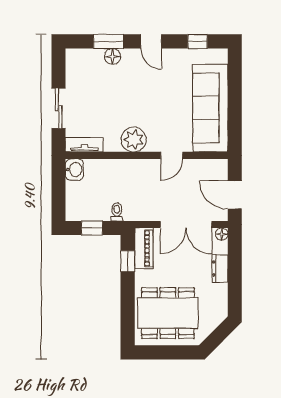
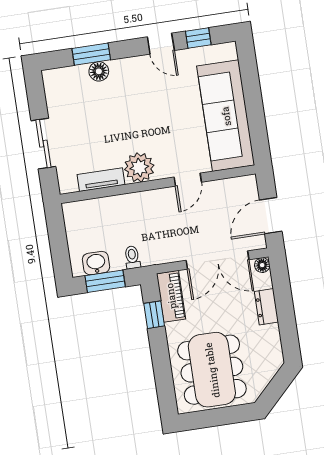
door: (151, 41) -> (161, 44), moved
tv unit: (84, 145) -> (101, 180), moved
washbasin: (74, 170) -> (96, 263), moved, turned -90
door: (235, 195) -> (271, 216), hinge flipped
window: (92, 228) -> (105, 281), width x1.50
dining table: (168, 313) -> (212, 370), turned 90

